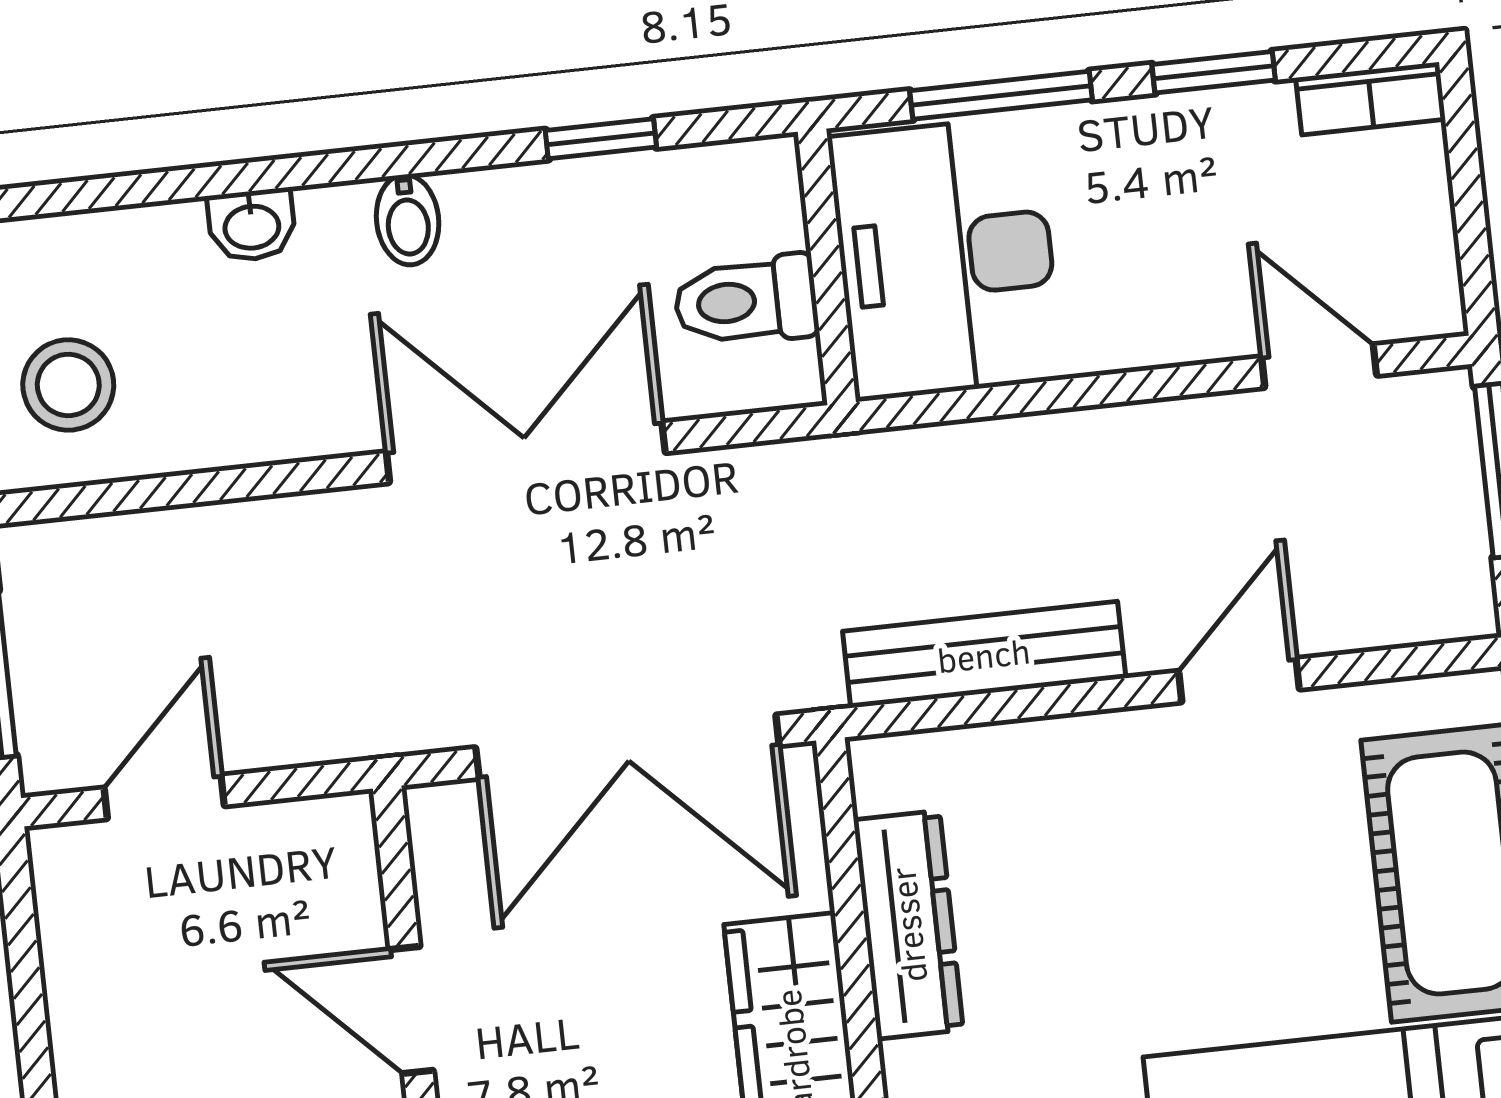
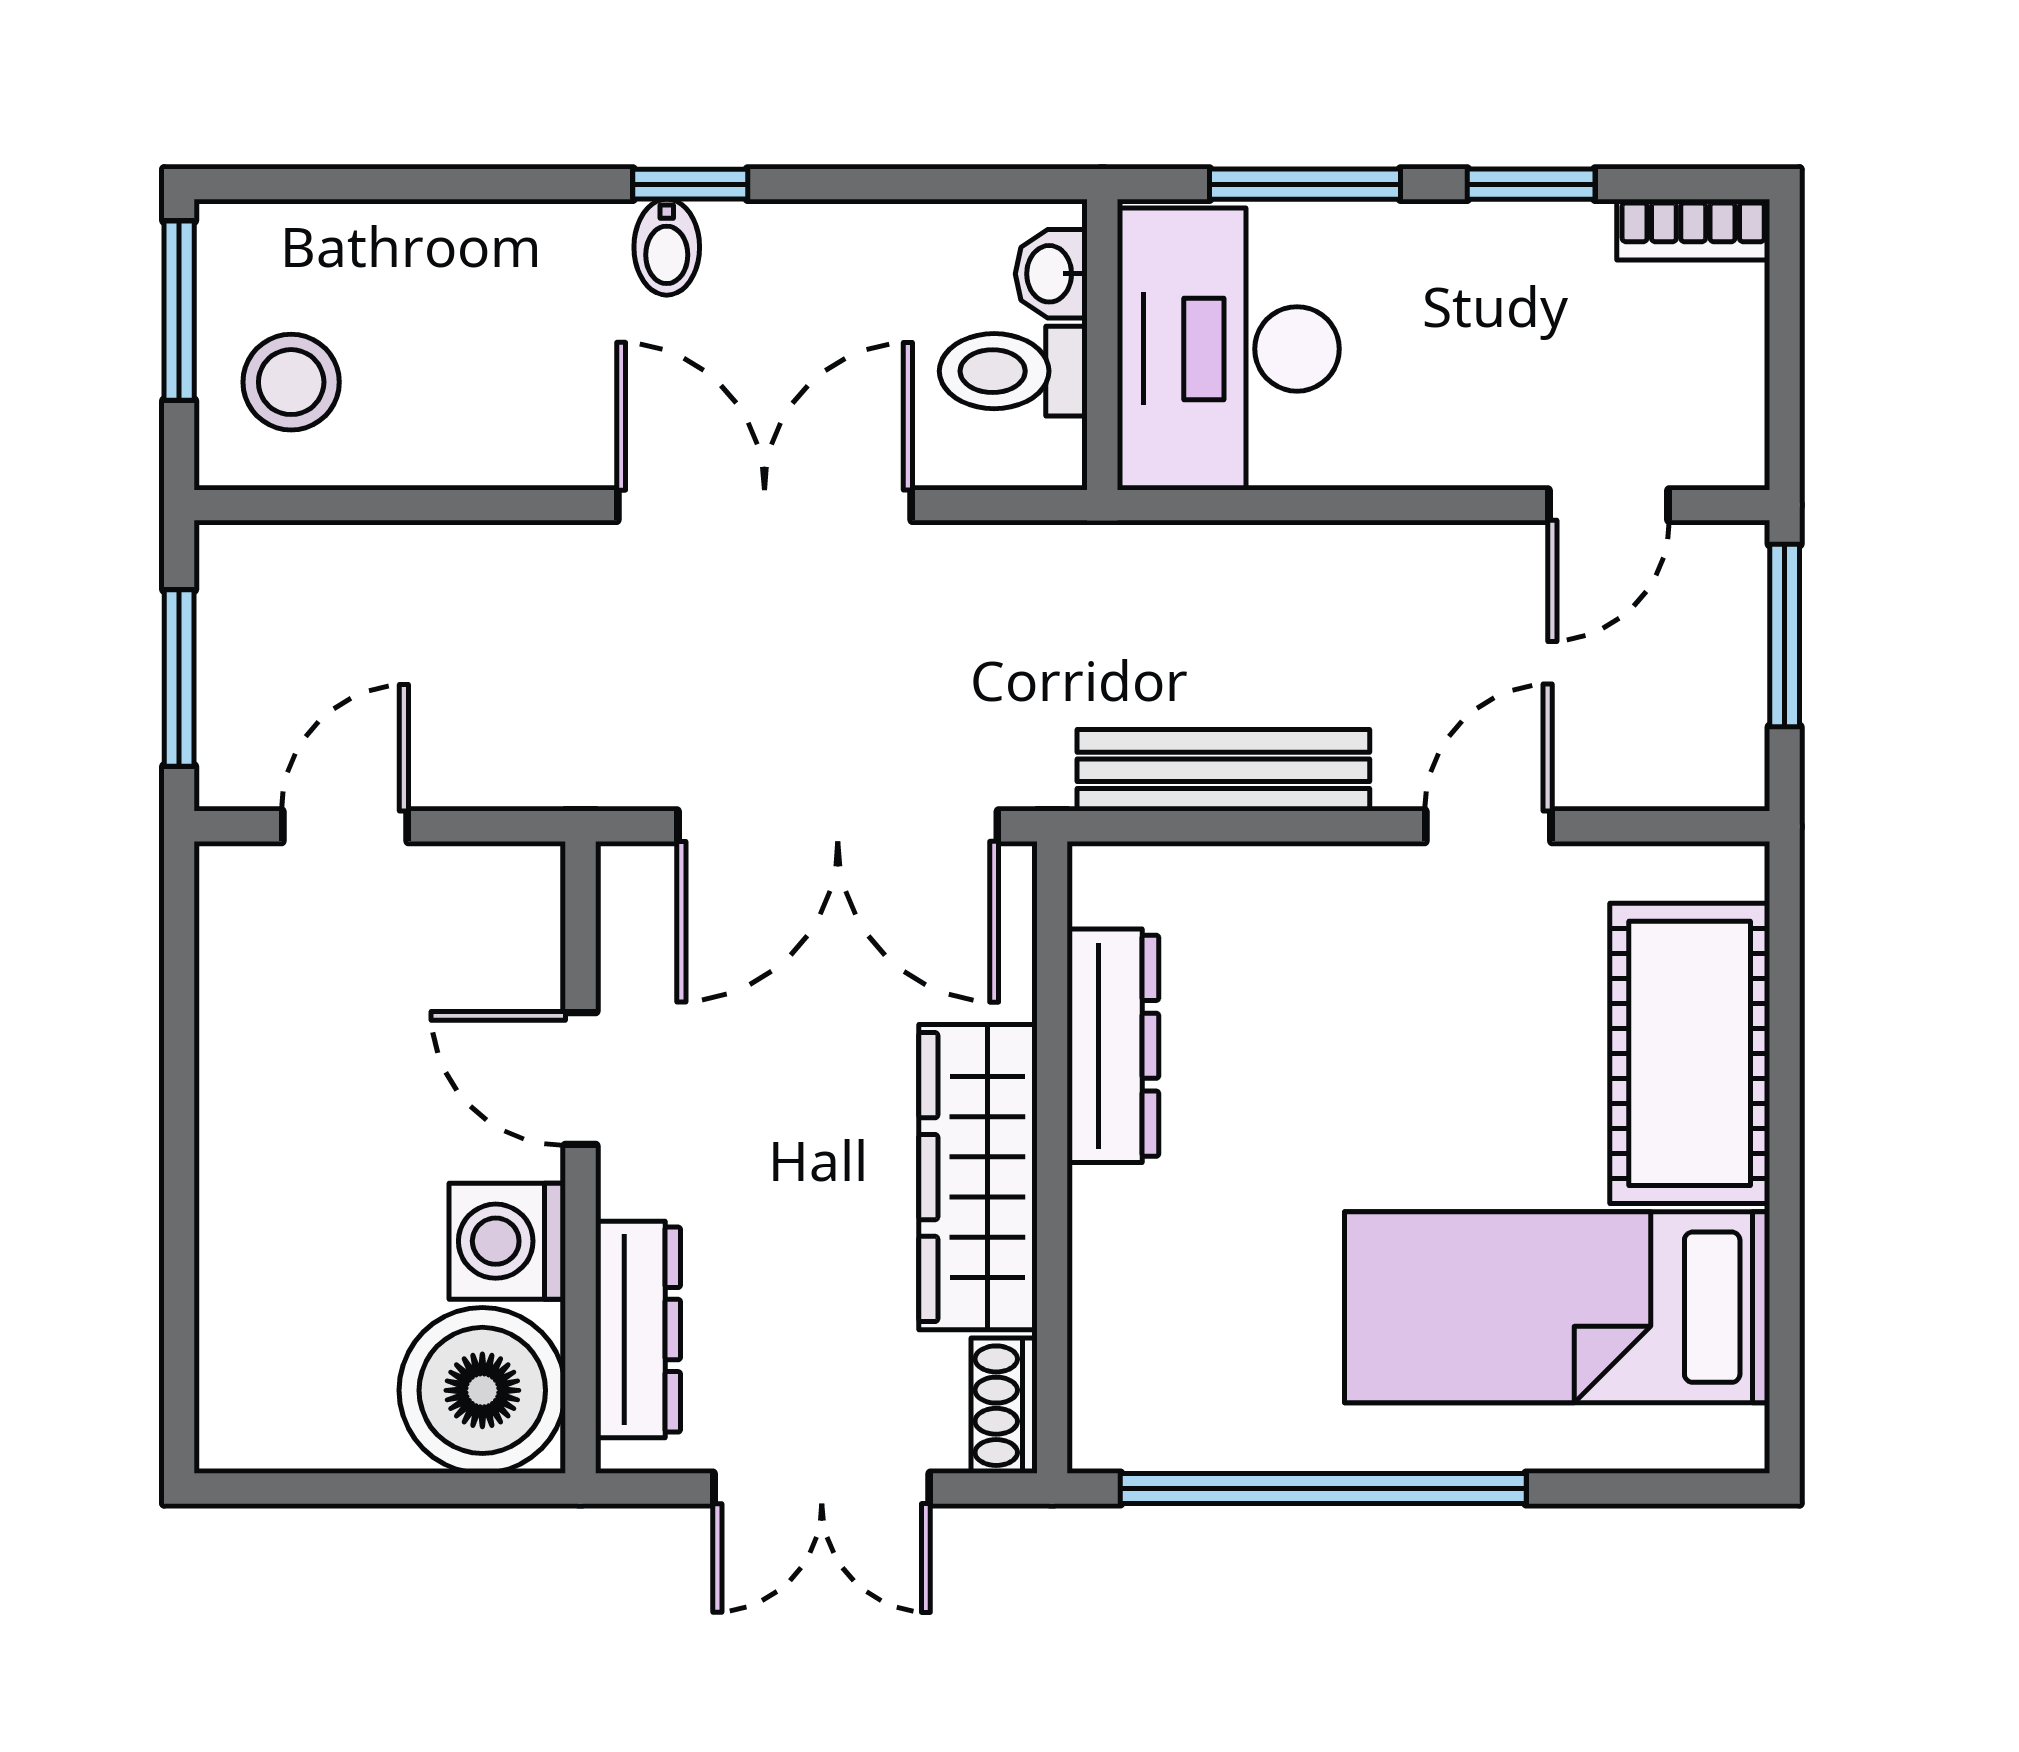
window: (601, 139) -> (690, 184), moved
washbasin: (252, 225) -> (1051, 274), moved, turned 90
door: (1319, 366) -> (1609, 505), swing flipped

